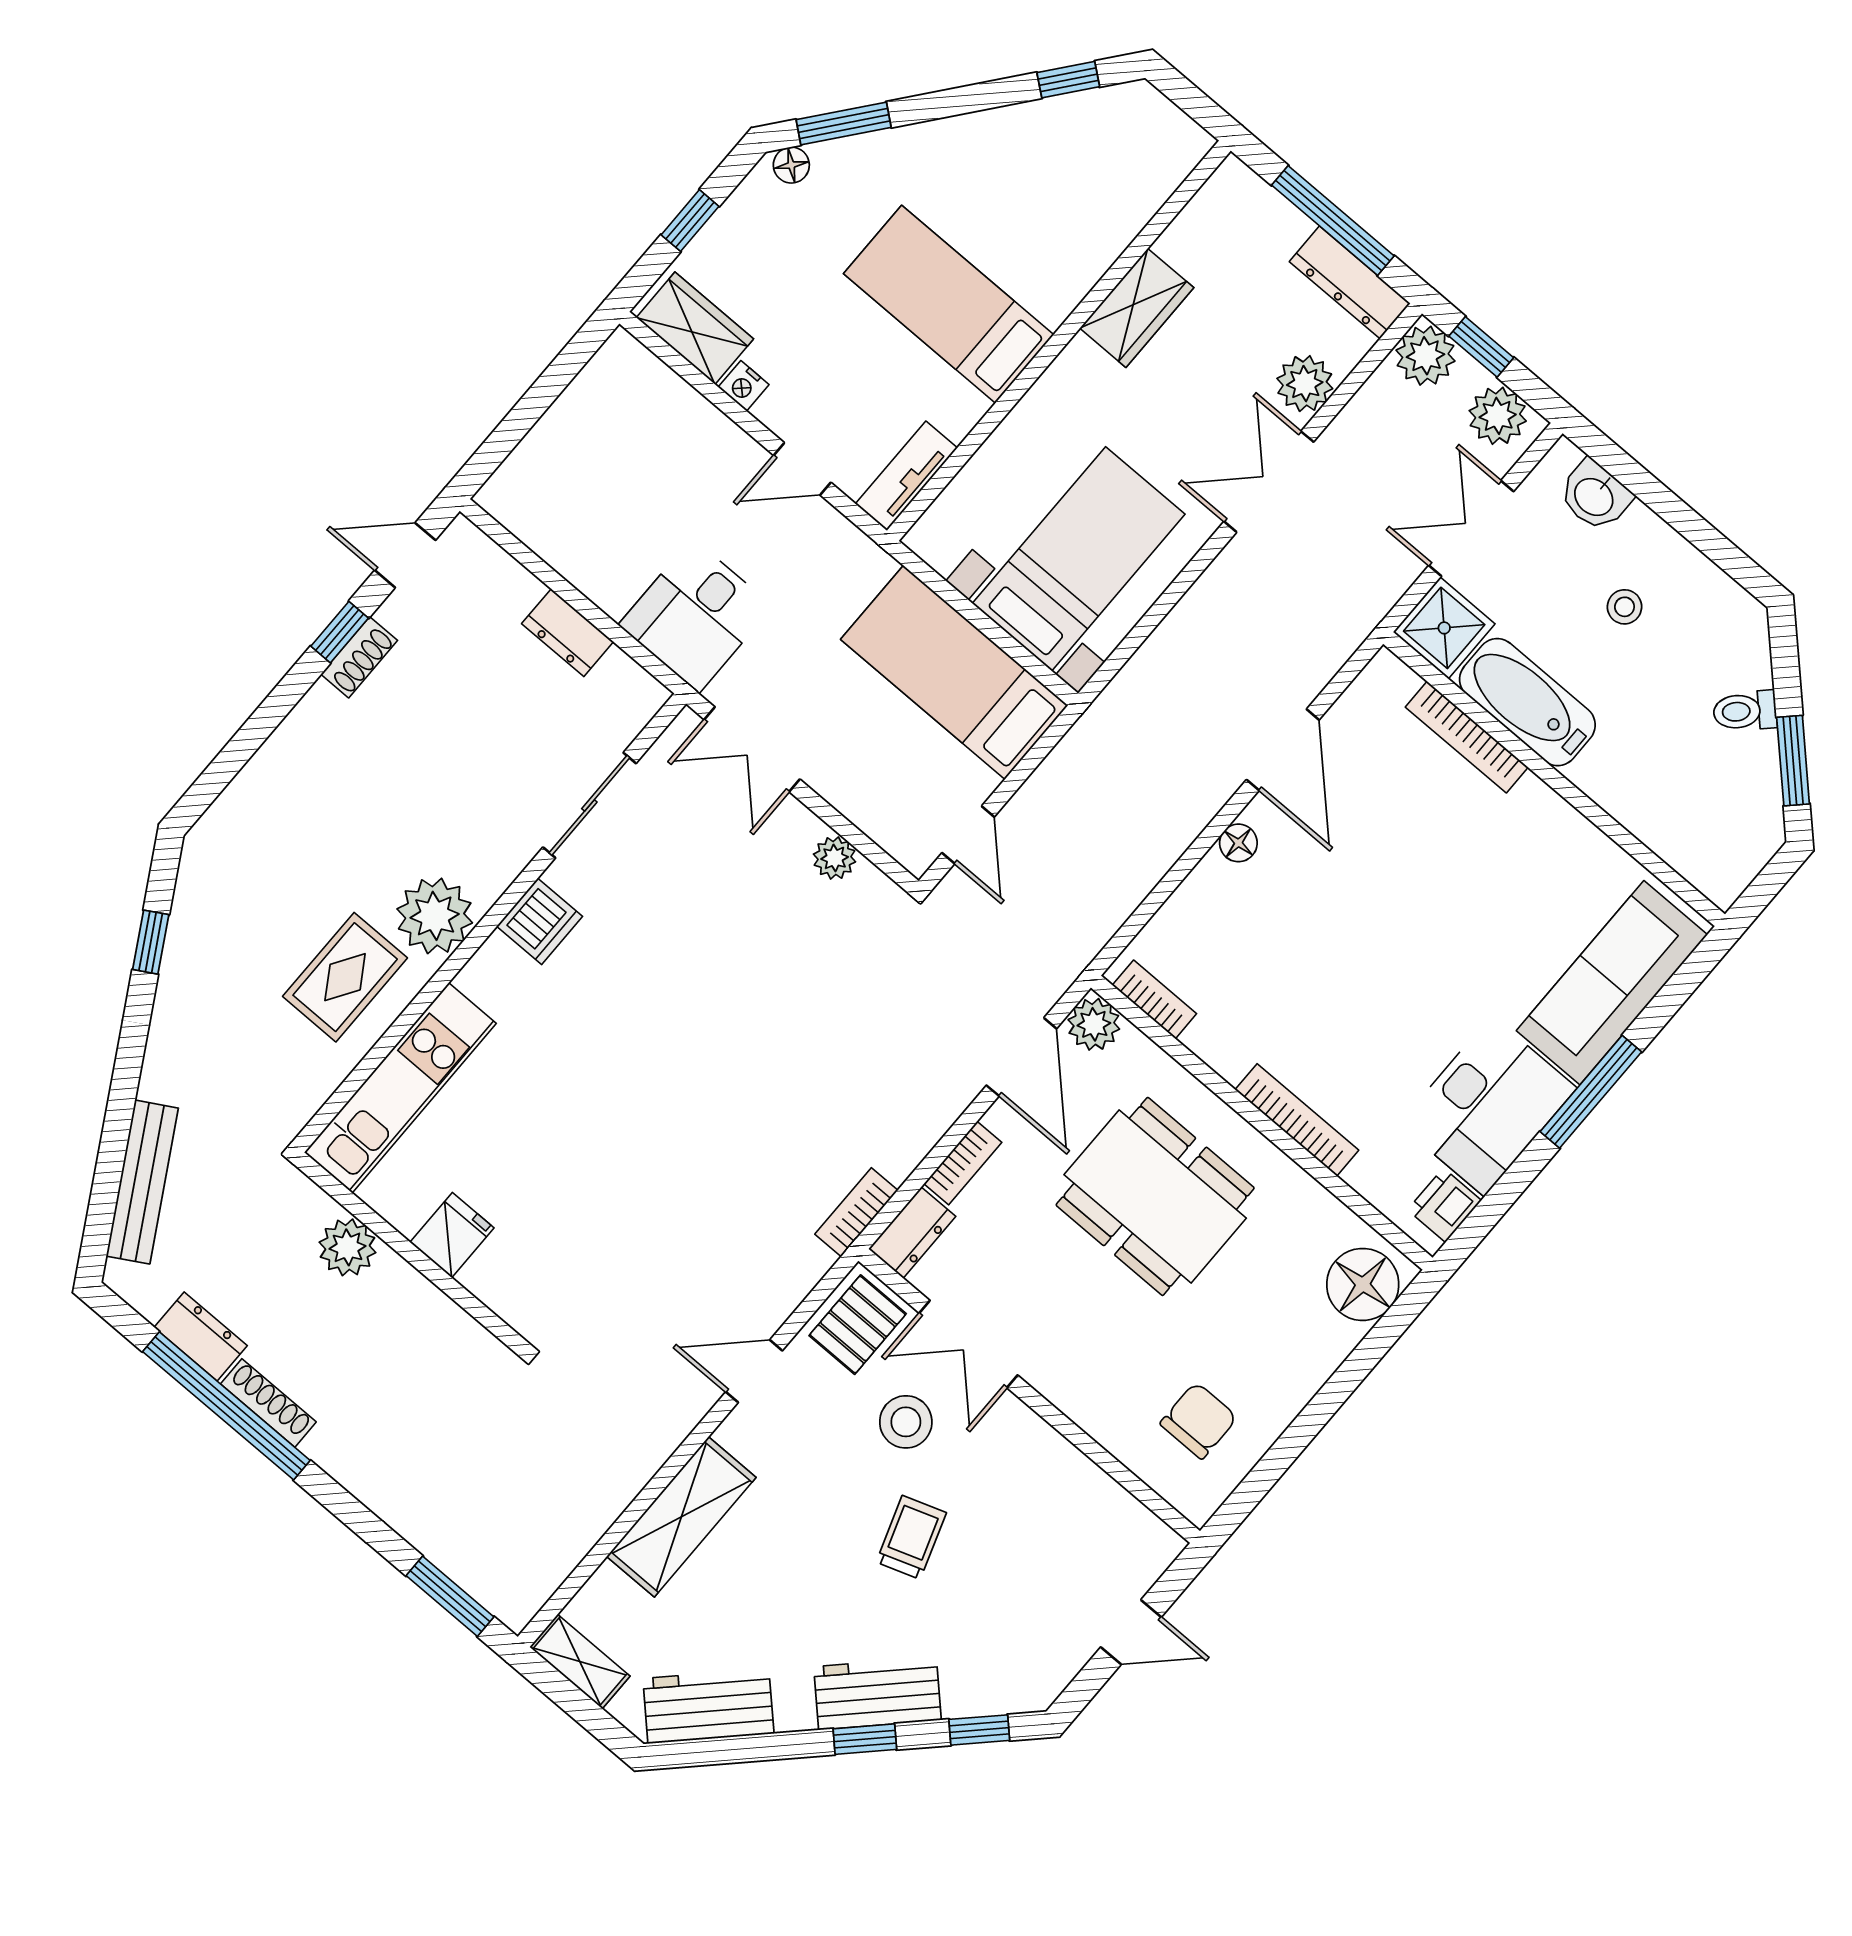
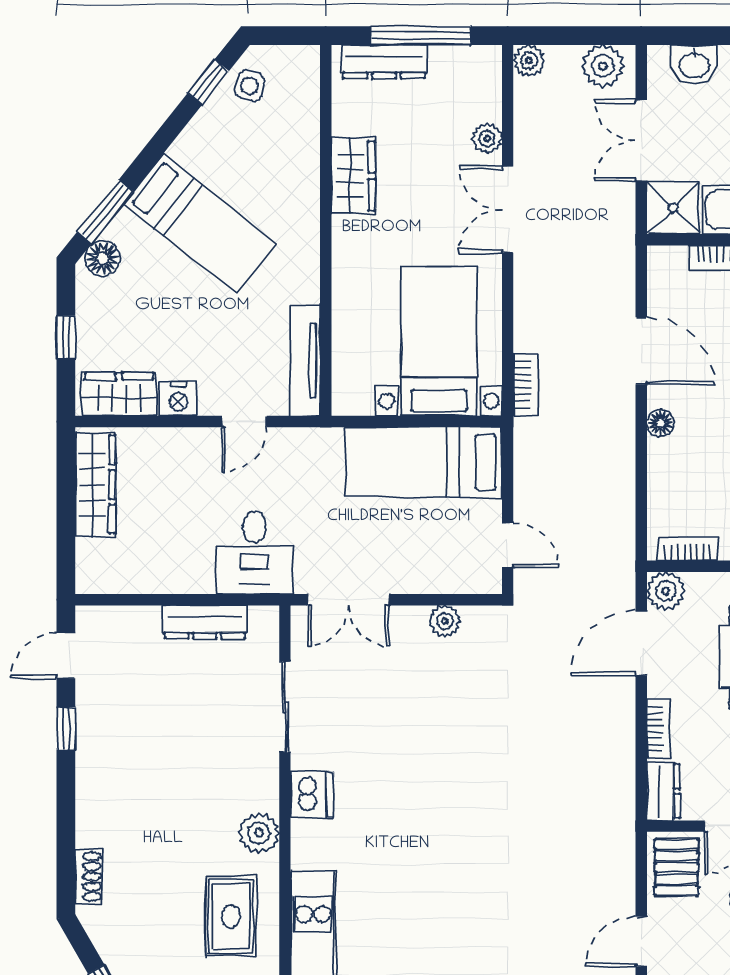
side table: (1108, 121) -> (250, 86), added
floor lamp: (791, 165) -> (103, 258), width x1.37, depth x1.37
dresser: (1350, 282) -> (384, 62), moved
bed: (949, 304) -> (200, 224), moved, turned -141
window: (1481, 347) -> (561, 36), removed
plant: (1425, 356) -> (529, 61), width x0.73, depth x0.73
plant: (1305, 384) -> (487, 139), width x0.73, depth x0.73
nightstand: (744, 386) -> (178, 399), width x1.39, depth x1.35
wardrobe: (589, 402) -> (95, 484), added
tv unit: (906, 476) -> (305, 360), width x1.41
dresser: (568, 633) -> (205, 622), width x1.44
shoe rack: (359, 657) -> (89, 876), moved
plant: (435, 916) -> (259, 833), width x0.73, depth x0.73
door: (1021, 1057) -> (641, 643), swing flipped
bookcase: (856, 1212) -> (526, 384), moved, turned 180

